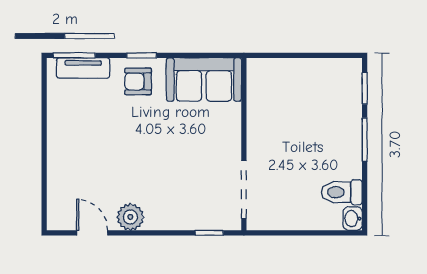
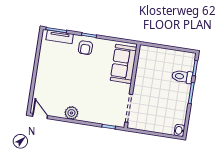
sofa: (204, 79) -> (124, 64), moved, turned 90
armchair: (138, 81) -> (85, 48), turned -90
toilet: (342, 192) -> (182, 77), moved
door: (92, 233) -> (40, 116), moved

